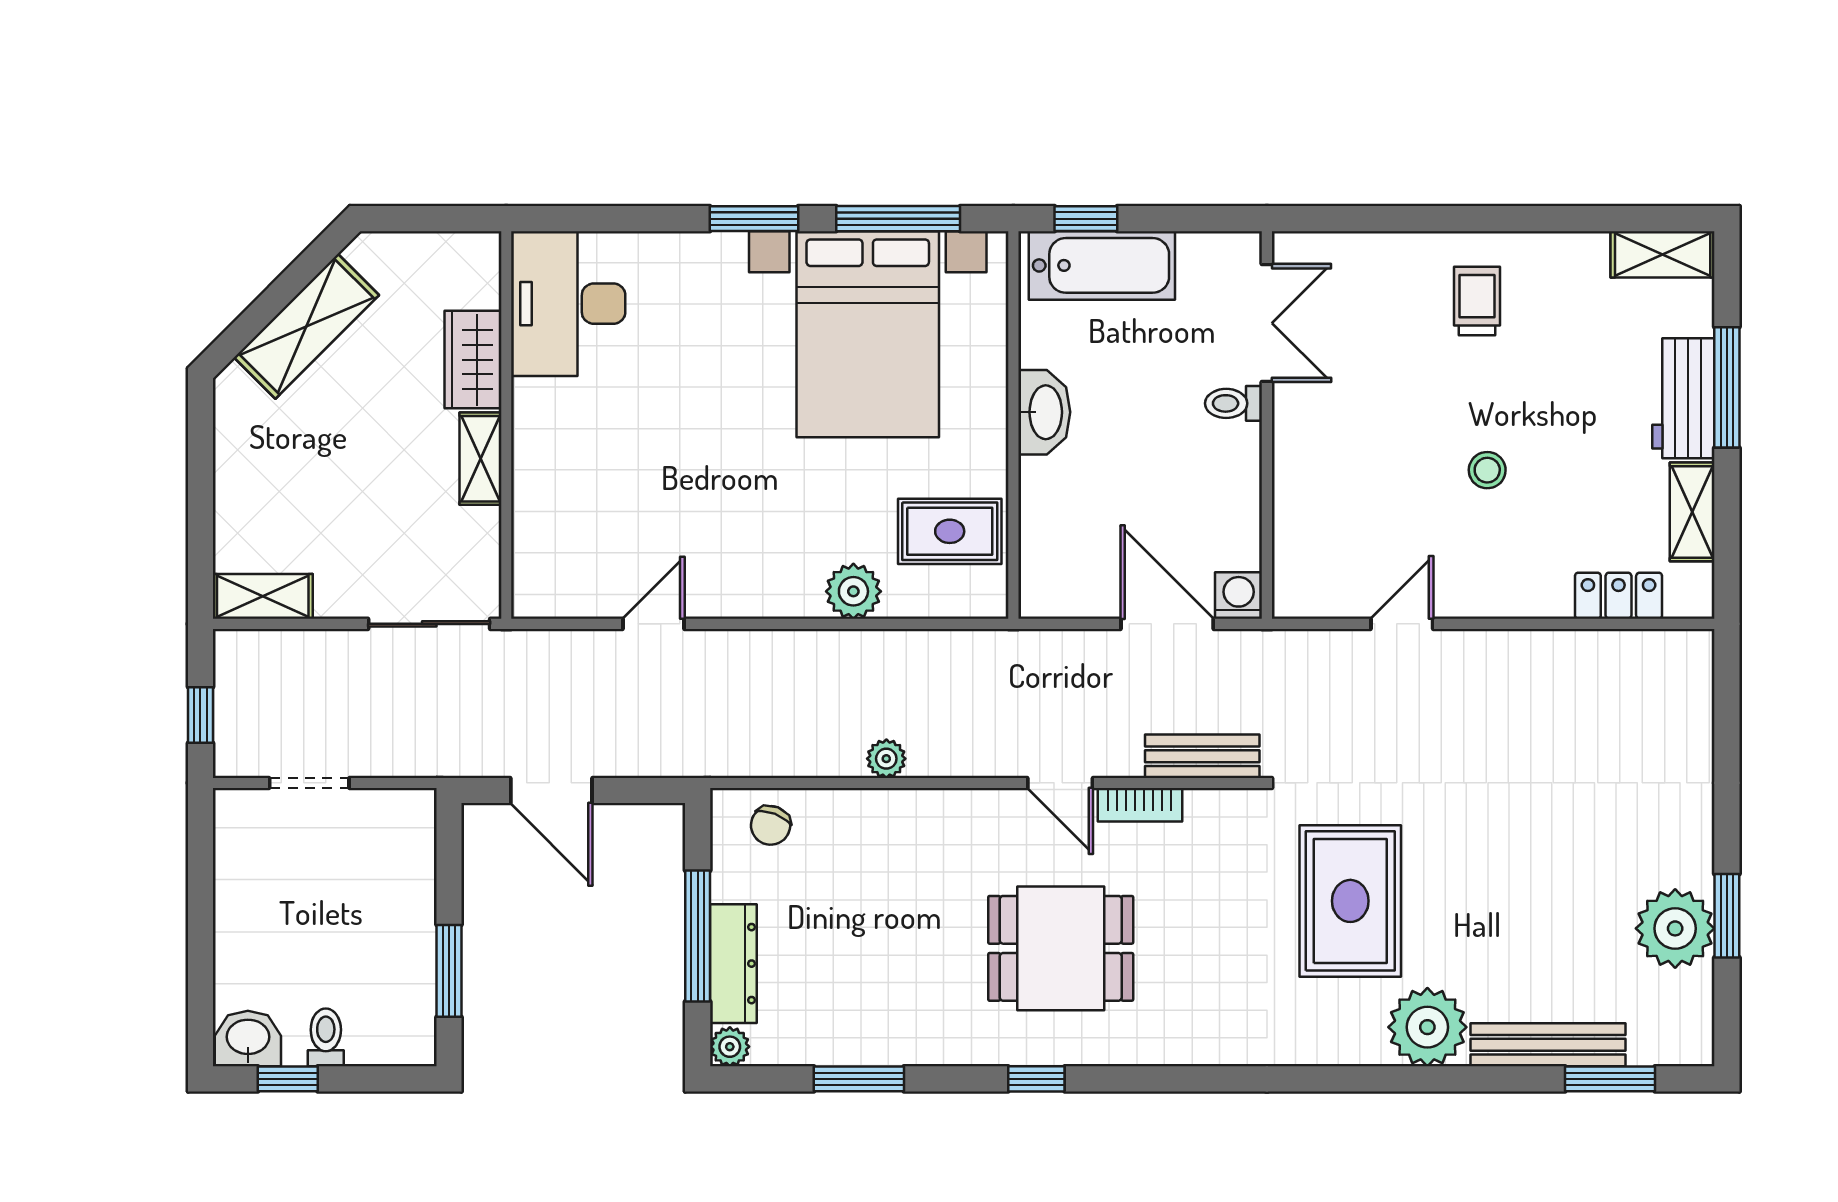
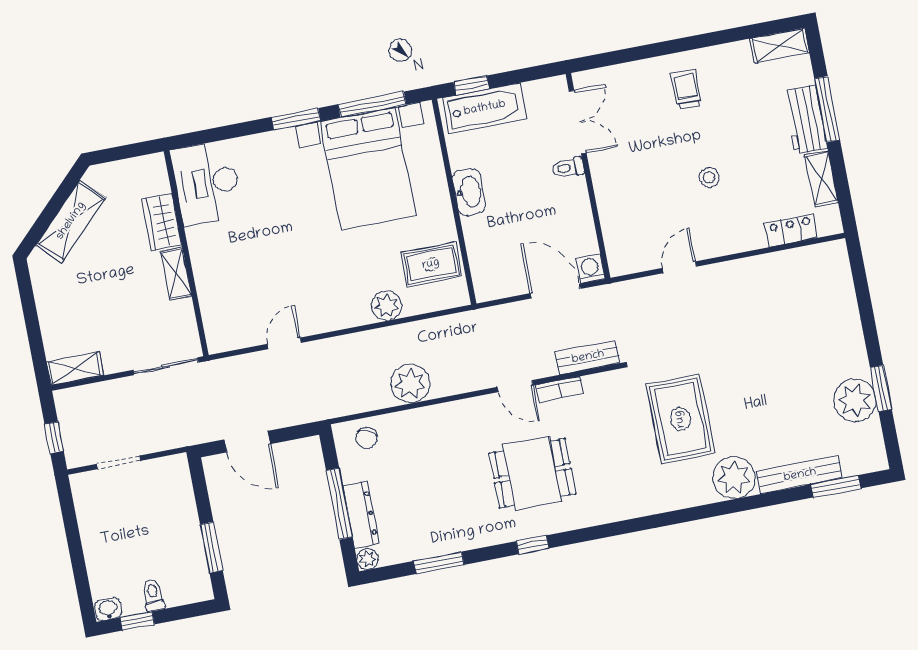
plant: (886, 759) -> (410, 384), width x1.88, depth x1.88
washbasin: (248, 1039) -> (108, 609), width x0.72, depth x0.69

